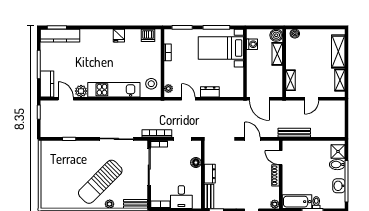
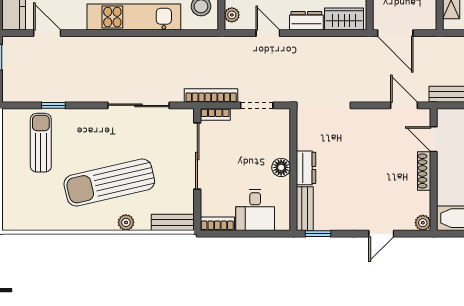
plant: (81, 91) -> (75, 19), removed
wardrobe: (231, 91) -> (344, 19), added
door: (252, 139) -> (404, 105), moved
sun lounger: (62, 160) -> (41, 143), added
floor lamp: (196, 163) -> (281, 167), moved
sun lounger: (100, 182) -> (109, 183), turned 32

